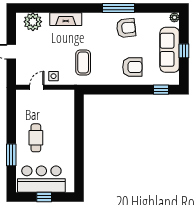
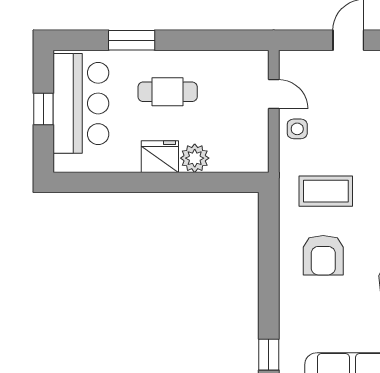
armchair: (132, 67) -> (323, 255), moved
plant: (67, 125) -> (195, 158), added
fridge: (67, 141) -> (160, 157), added

